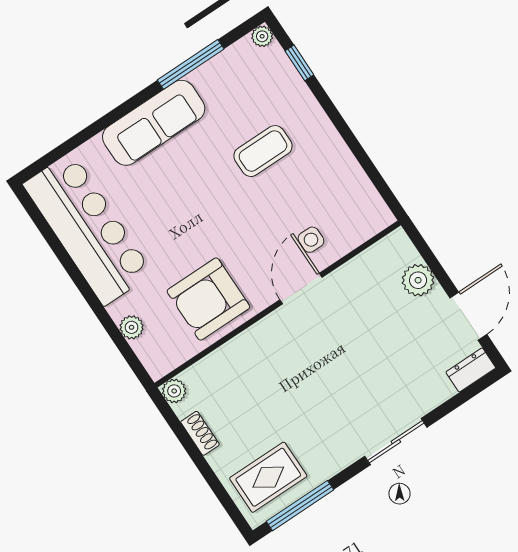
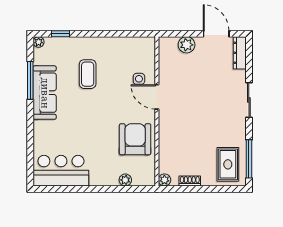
sofa: (154, 123) -> (45, 93), moved
bar counter: (88, 229) -> (61, 171), width x0.73
armchair: (208, 299) -> (135, 139), turned 180
dresser: (471, 370) -> (240, 53), width x1.44

